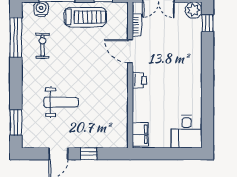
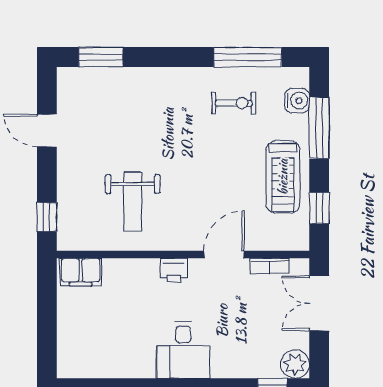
weight bench: (61, 102) -> (133, 202), moved
desk: (187, 132) -> (183, 350), moved, turned -90
window: (89, 154) -> (47, 217), moved

